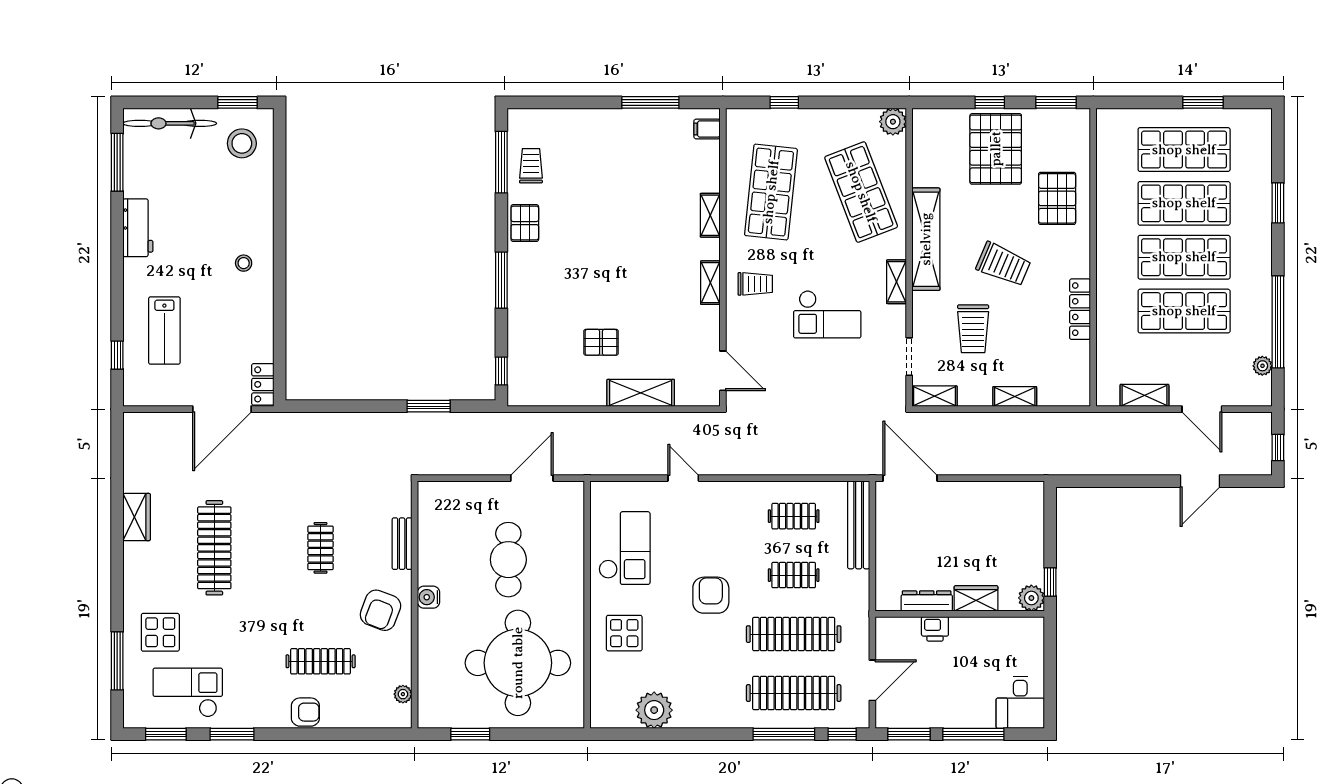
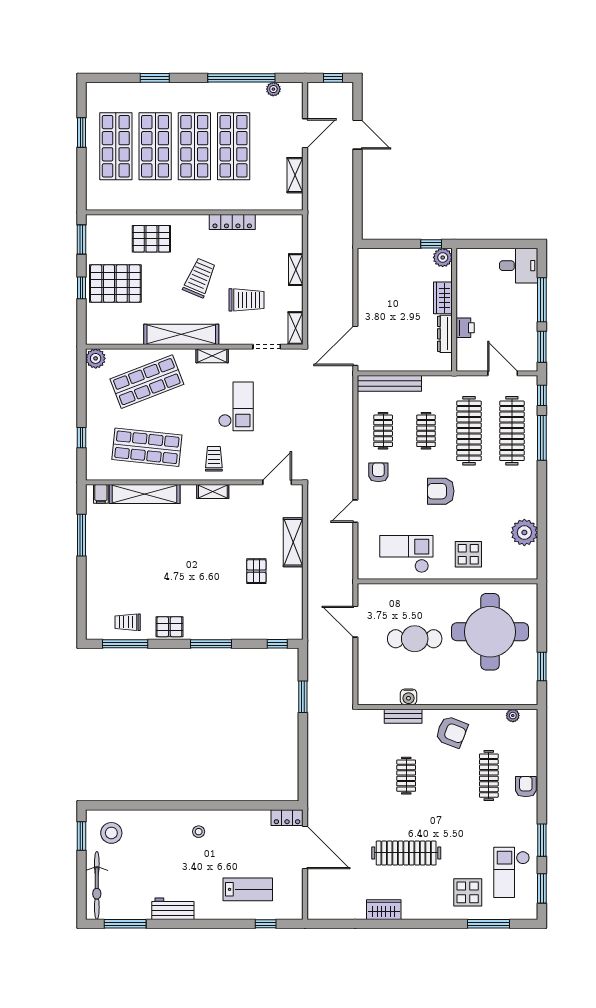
shelving: (710, 215) -> (145, 494), width x2.20, depth x1.33
armchair: (737, 510) -> (378, 472), added
clothes rail: (321, 548) -> (406, 776), turned 90
water cooler: (428, 597) -> (409, 697), moved

